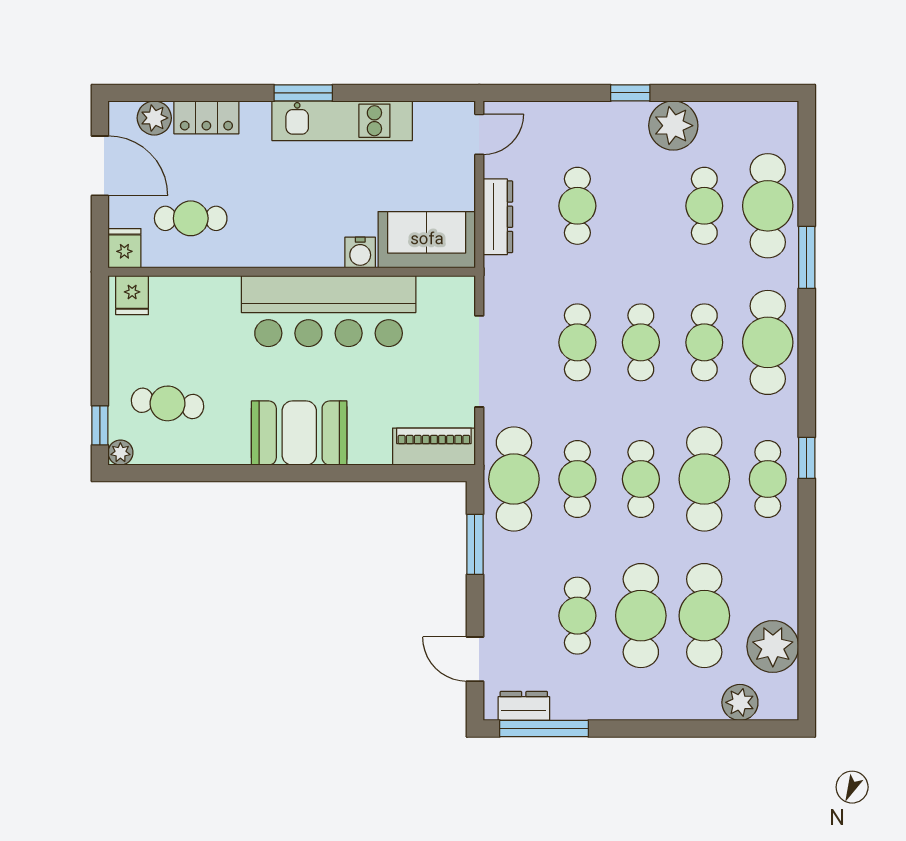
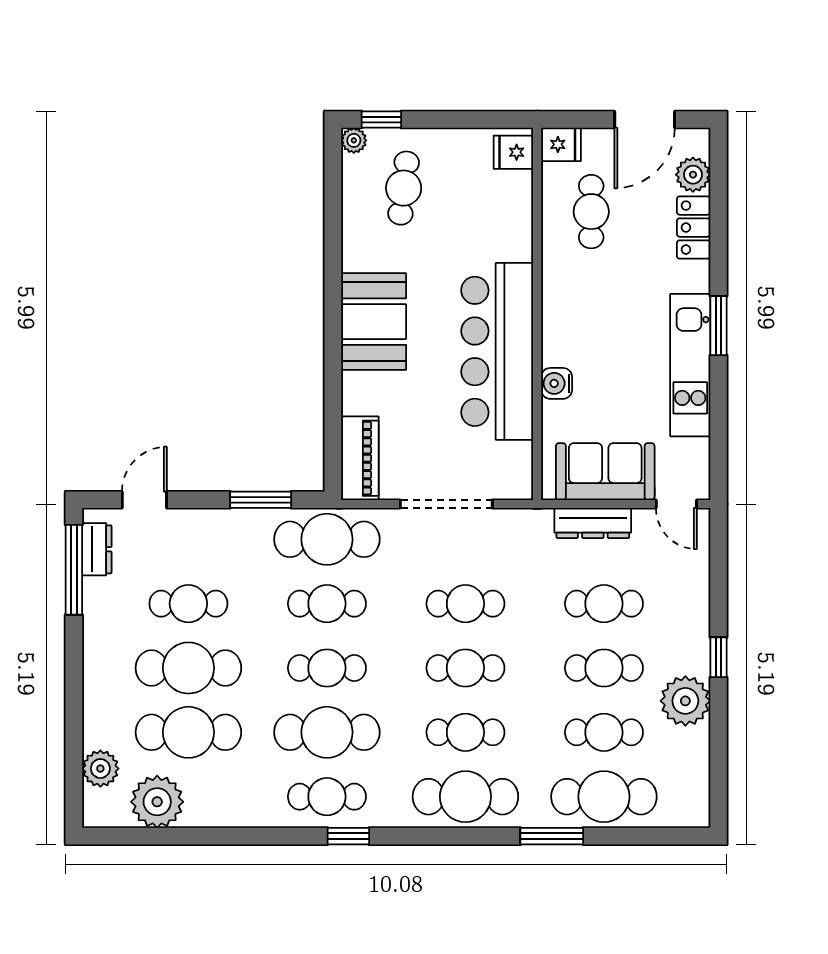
cafe table: (641, 206) -> (604, 668), added
sofa: (427, 240) -> (605, 472), moved, turned -90

